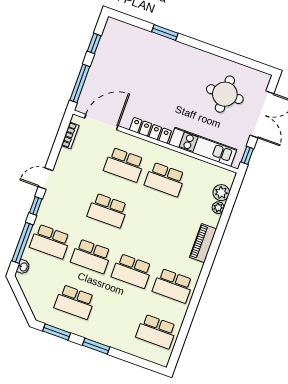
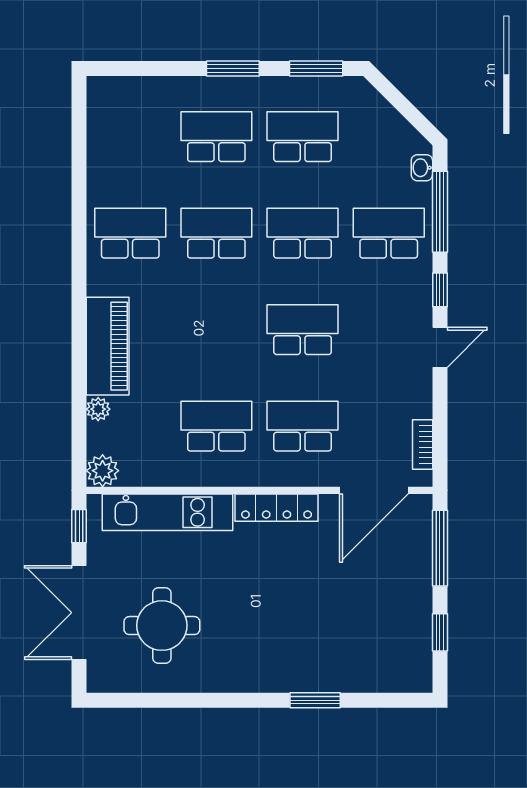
plant: (221, 193) -> (103, 471), moved
piano: (203, 243) -> (108, 346), width x1.37, depth x1.33
school desk: (156, 331) -> (216, 137), moved

